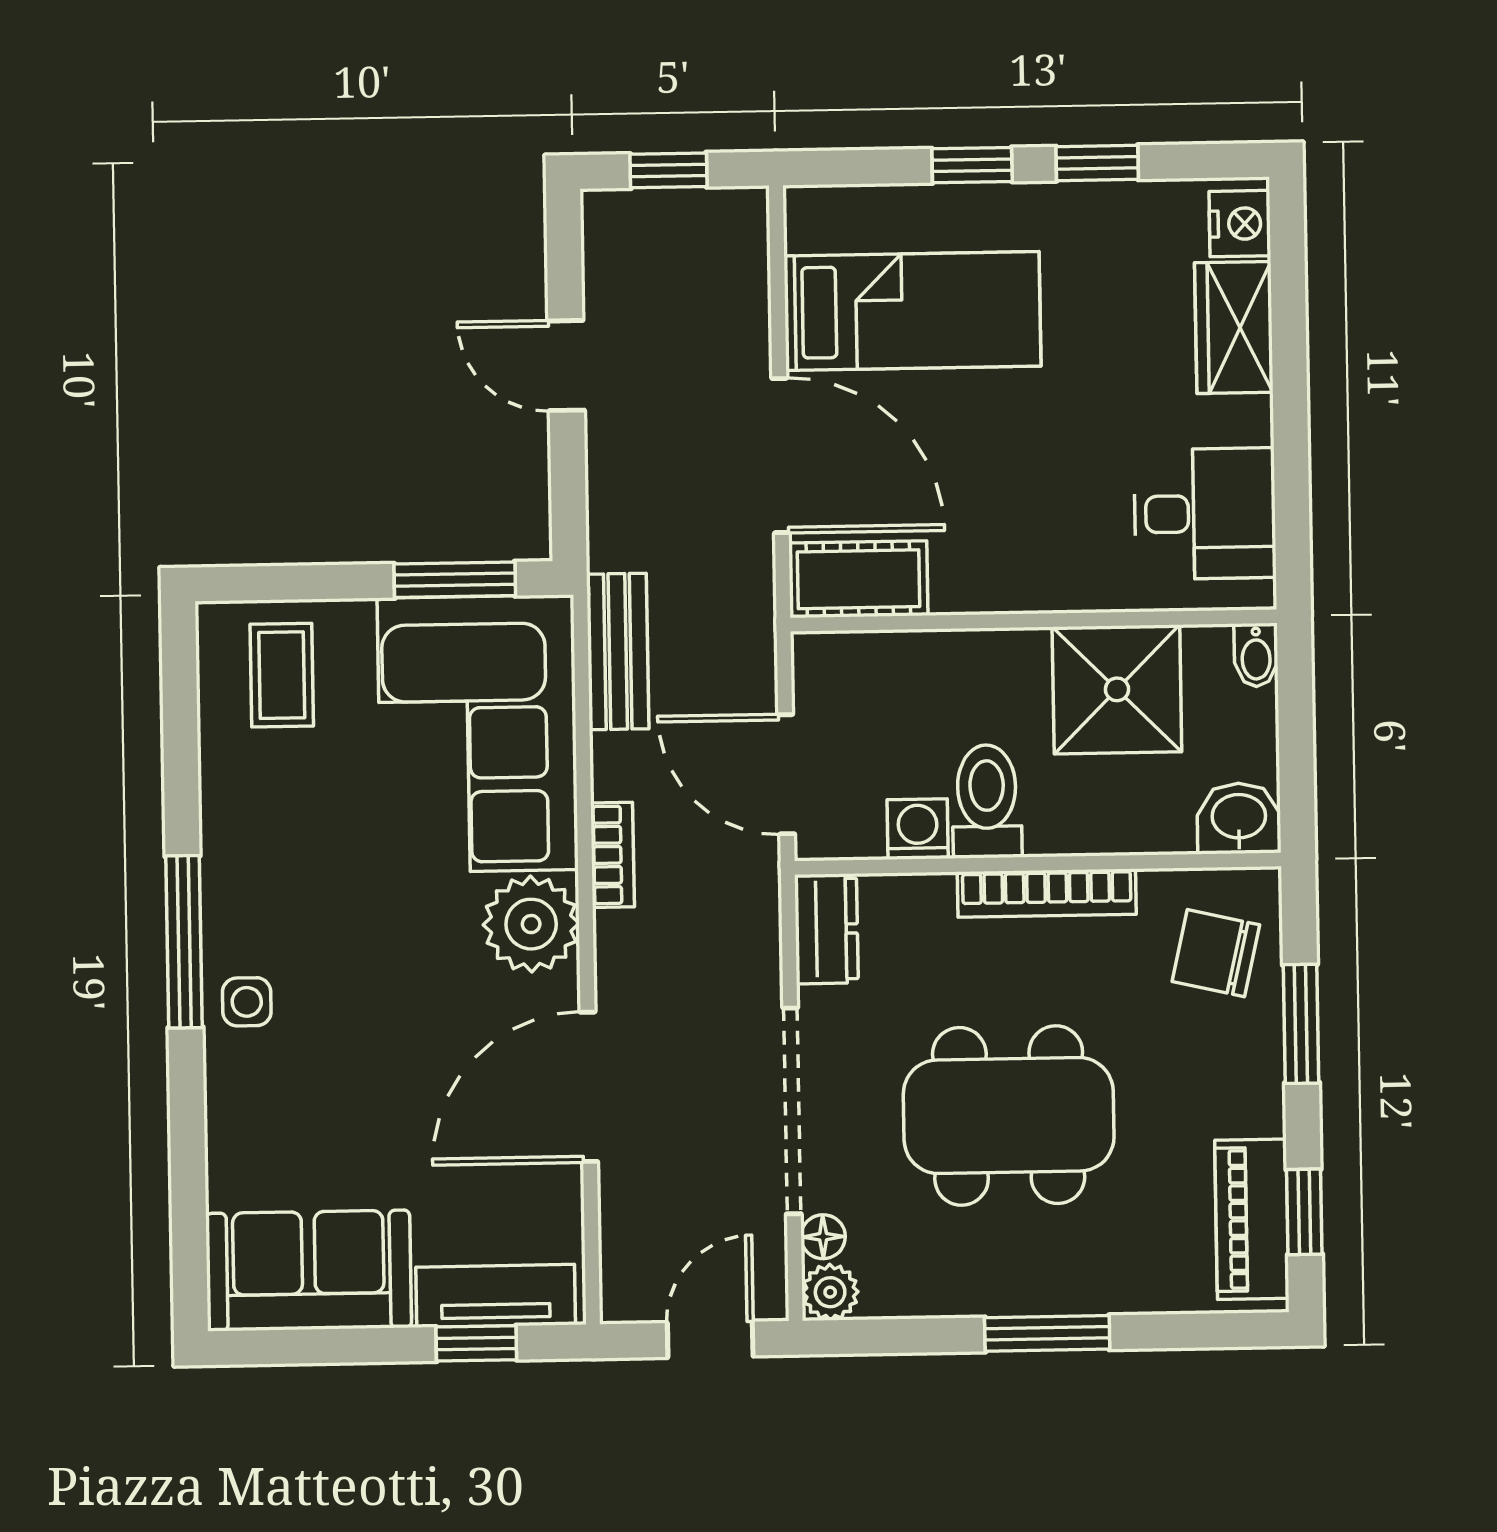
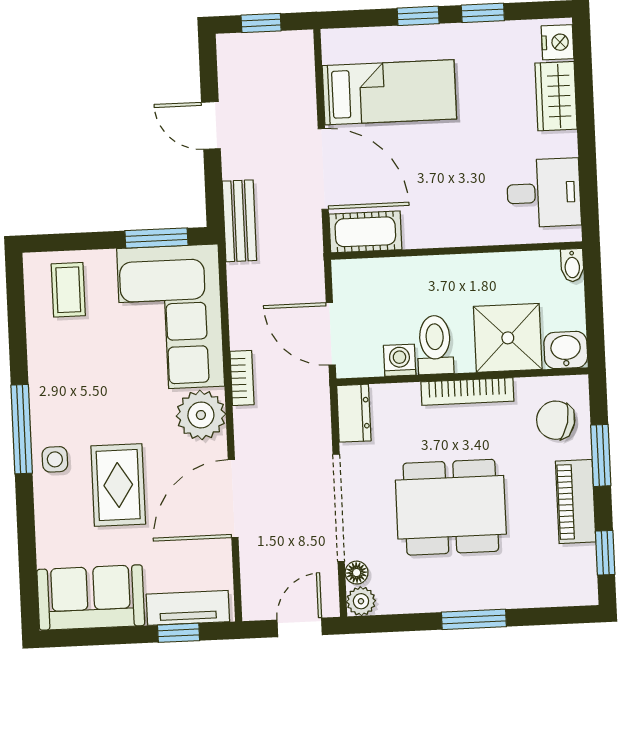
bench: (618, 651) -> (239, 221), moved
shower: (1117, 689) -> (508, 338), moved
rug: (368, 1055) -> (118, 485), added
piano: (1252, 1219) -> (576, 502), moved

